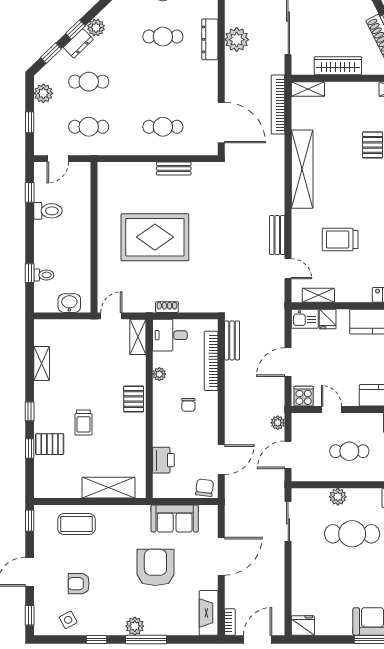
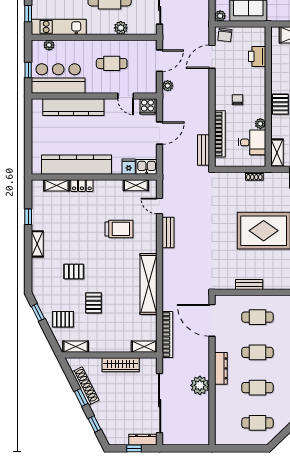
dresser: (210, 39) -> (221, 368), moved
cafe table: (163, 82) -> (257, 352), added
desk: (170, 335) -> (252, 142), moved
plant: (211, 512) -> (220, 16), added

